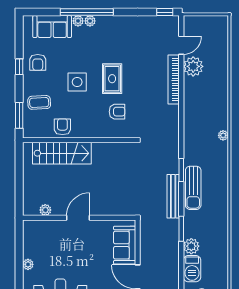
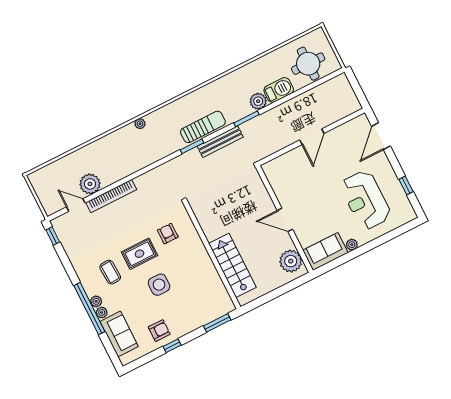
coffee table: (39, 102) -> (110, 272), moved
armchair: (62, 127) -> (208, 277), removed
plant: (45, 210) -> (291, 261), width x1.88, depth x1.88
sofa: (125, 245) -> (325, 251), moved, turned 180

